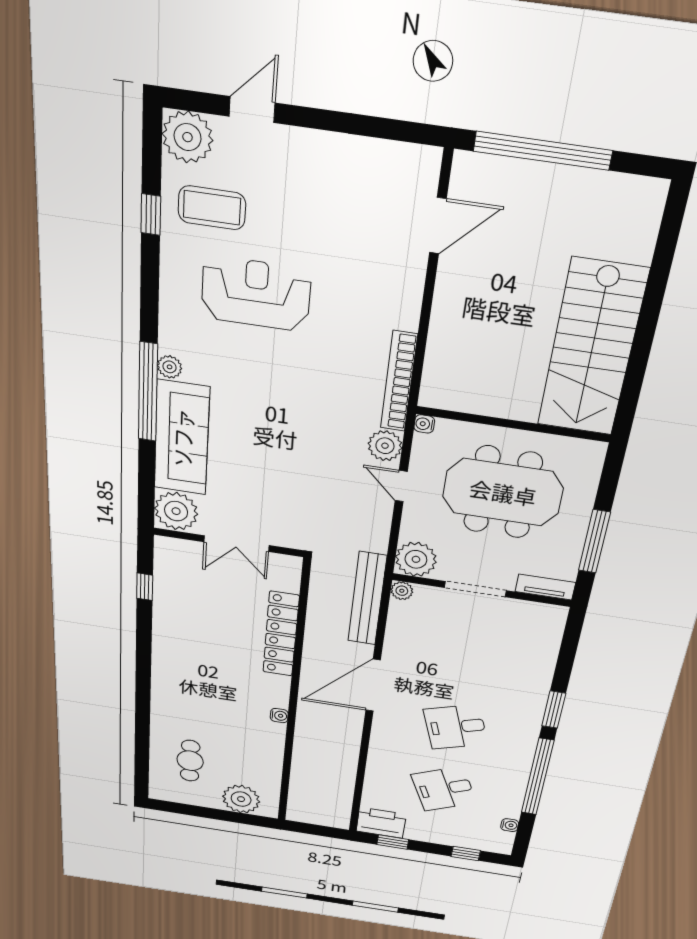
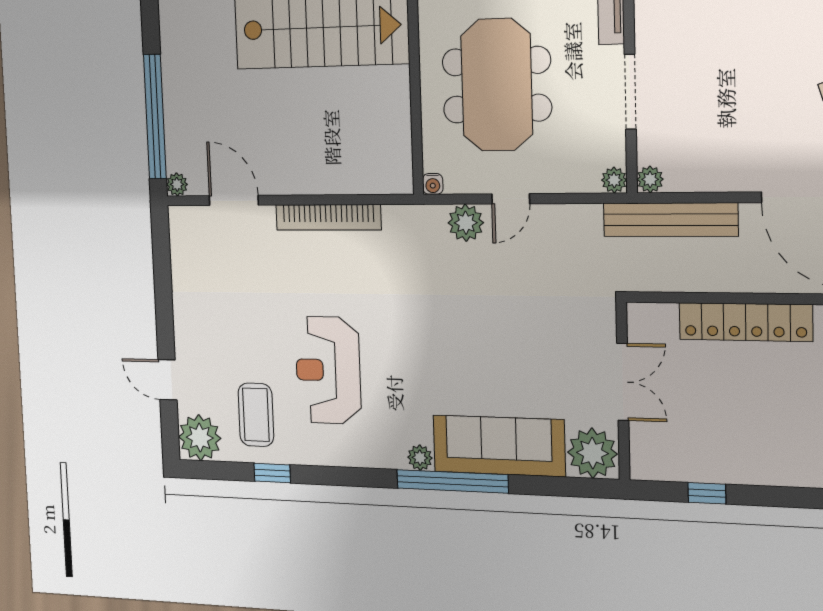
plant: (465, 163) -> (177, 184), added
bookcase: (399, 382) -> (328, 217), moved
plant: (416, 559) -> (614, 180), width x0.53, depth x0.53

